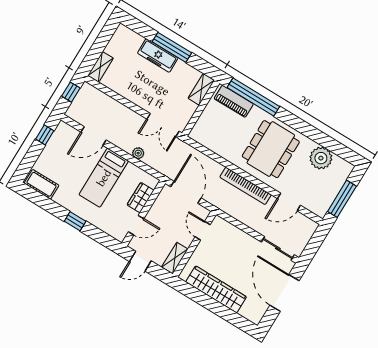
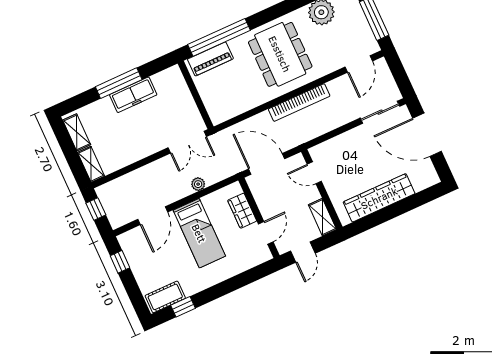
freezer: (158, 56) -> (133, 95), moved
shelving: (201, 89) -> (77, 132), moved
door: (289, 202) -> (359, 64), moved
window: (75, 221) -> (183, 307), moved

